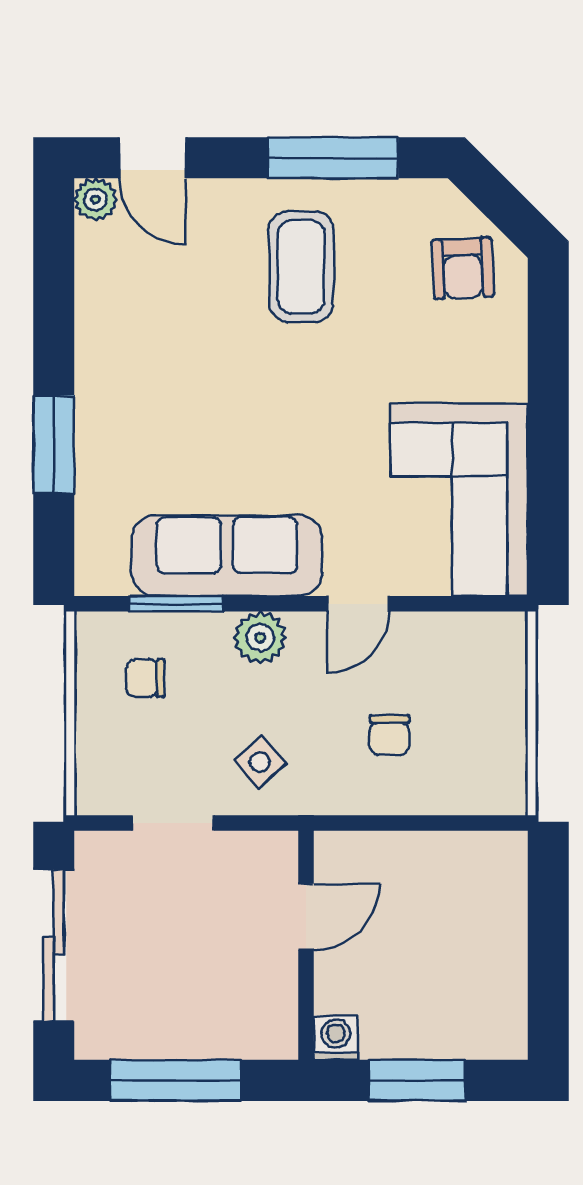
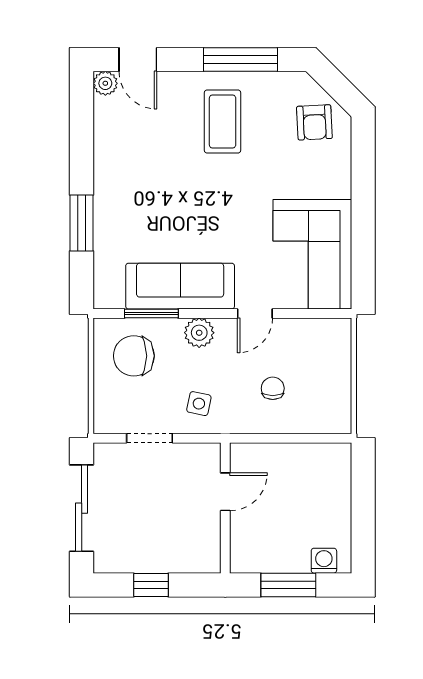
chair: (145, 678) -> (134, 356), width x1.87, depth x1.87
chair: (389, 735) -> (273, 388), turned 180
side table: (260, 762) -> (199, 404), turned -36
washing machine: (336, 1038) -> (324, 561), moved
window: (176, 1080) -> (151, 585), width x0.46

